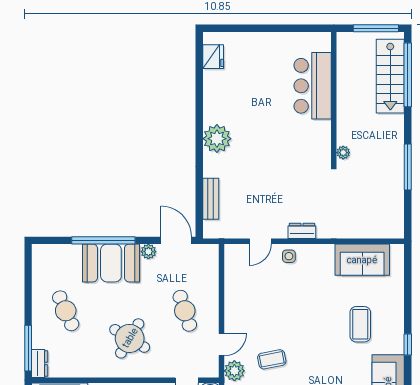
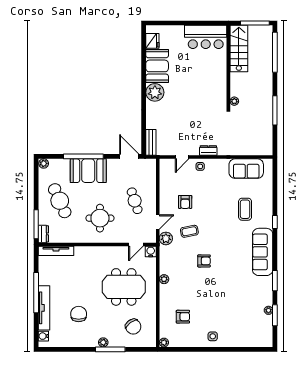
stairs: (390, 76) -> (239, 49), moved, turned 180
bar counter: (313, 86) -> (206, 37), moved, turned -90
booth: (221, 97) -> (157, 66), added
bench: (211, 199) -> (151, 142), moved
plant: (148, 252) -> (44, 163), moved
cafe table: (66, 311) -> (60, 201), width x1.37, depth x1.35
armchair: (265, 313) -> (185, 202), added
round table: (130, 338) -> (100, 218), turned -31

